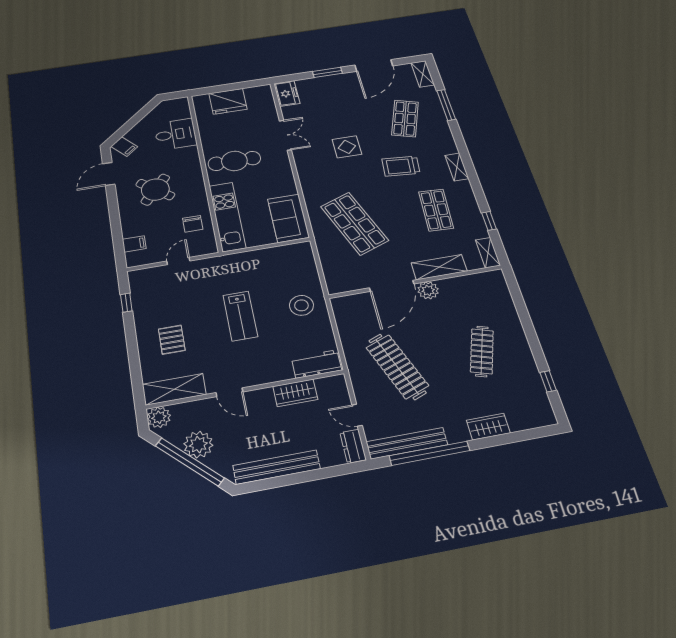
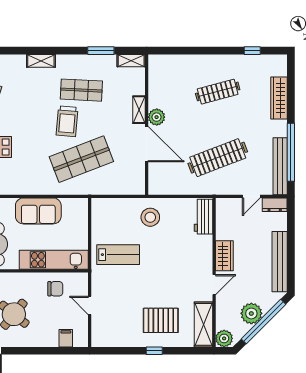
trolley: (401, 166) -> (67, 121), moved
sofa: (288, 218) -> (38, 211), moved
window: (489, 221) -> (101, 51), width x1.50
shelving: (439, 267) -> (139, 110), width x0.67, depth x0.75
window: (126, 303) -> (154, 351), moved
lab bench: (240, 316) -> (118, 255), moved
pallet: (172, 340) -> (161, 320), width x1.50, depth x1.42
clothes rail: (482, 351) -> (218, 92), turned -33
wardrobe: (295, 393) -> (224, 256), moved
wardrobe: (488, 427) -> (279, 98), width x1.50

